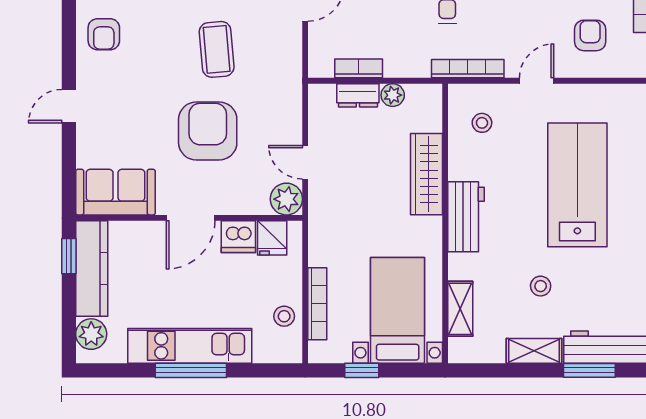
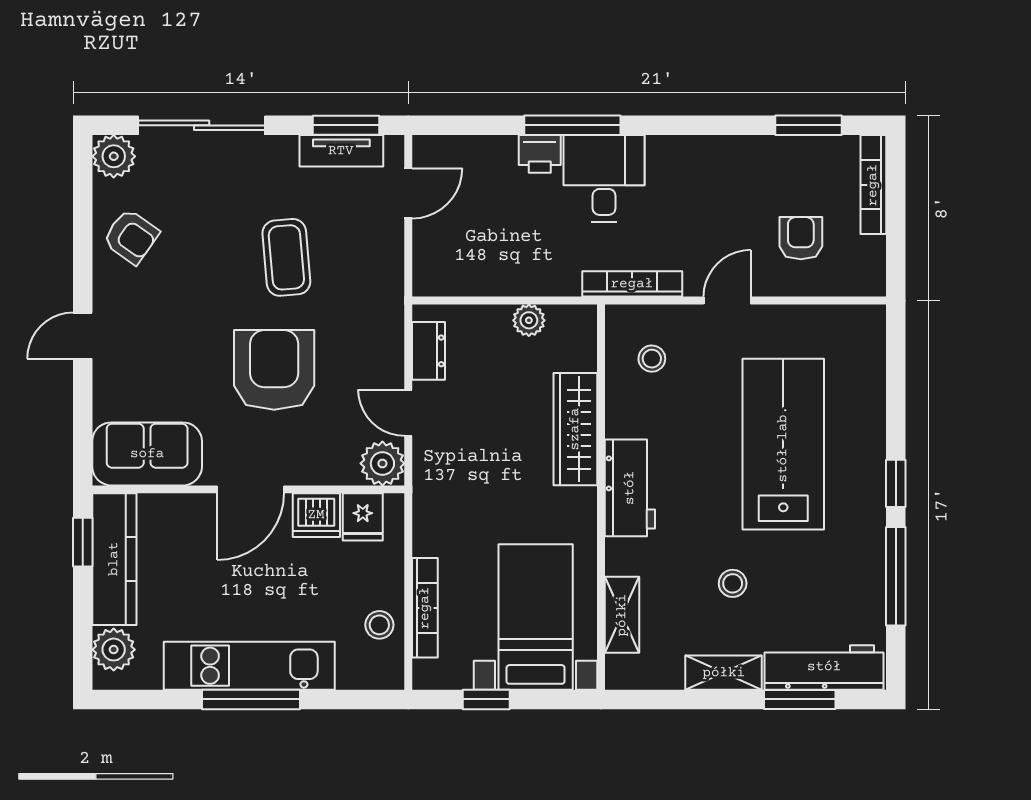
armchair: (104, 34) -> (131, 237), turned -55
bookcase: (359, 68) -> (482, 284), removed
dresser: (358, 95) -> (429, 351), moved, turned -90

